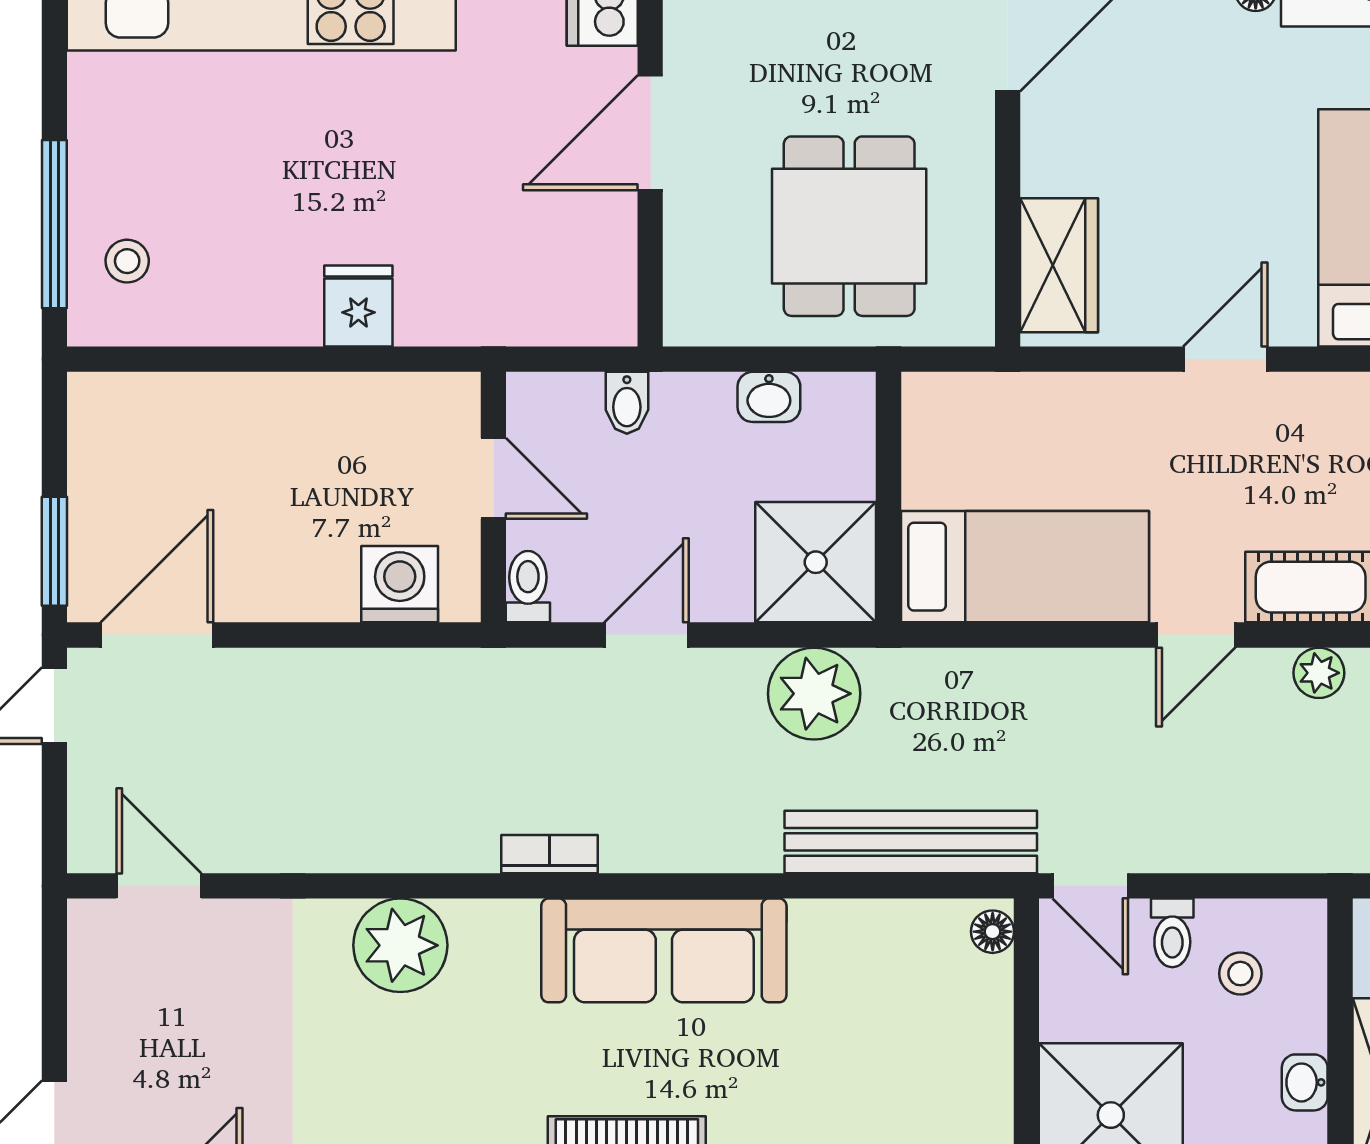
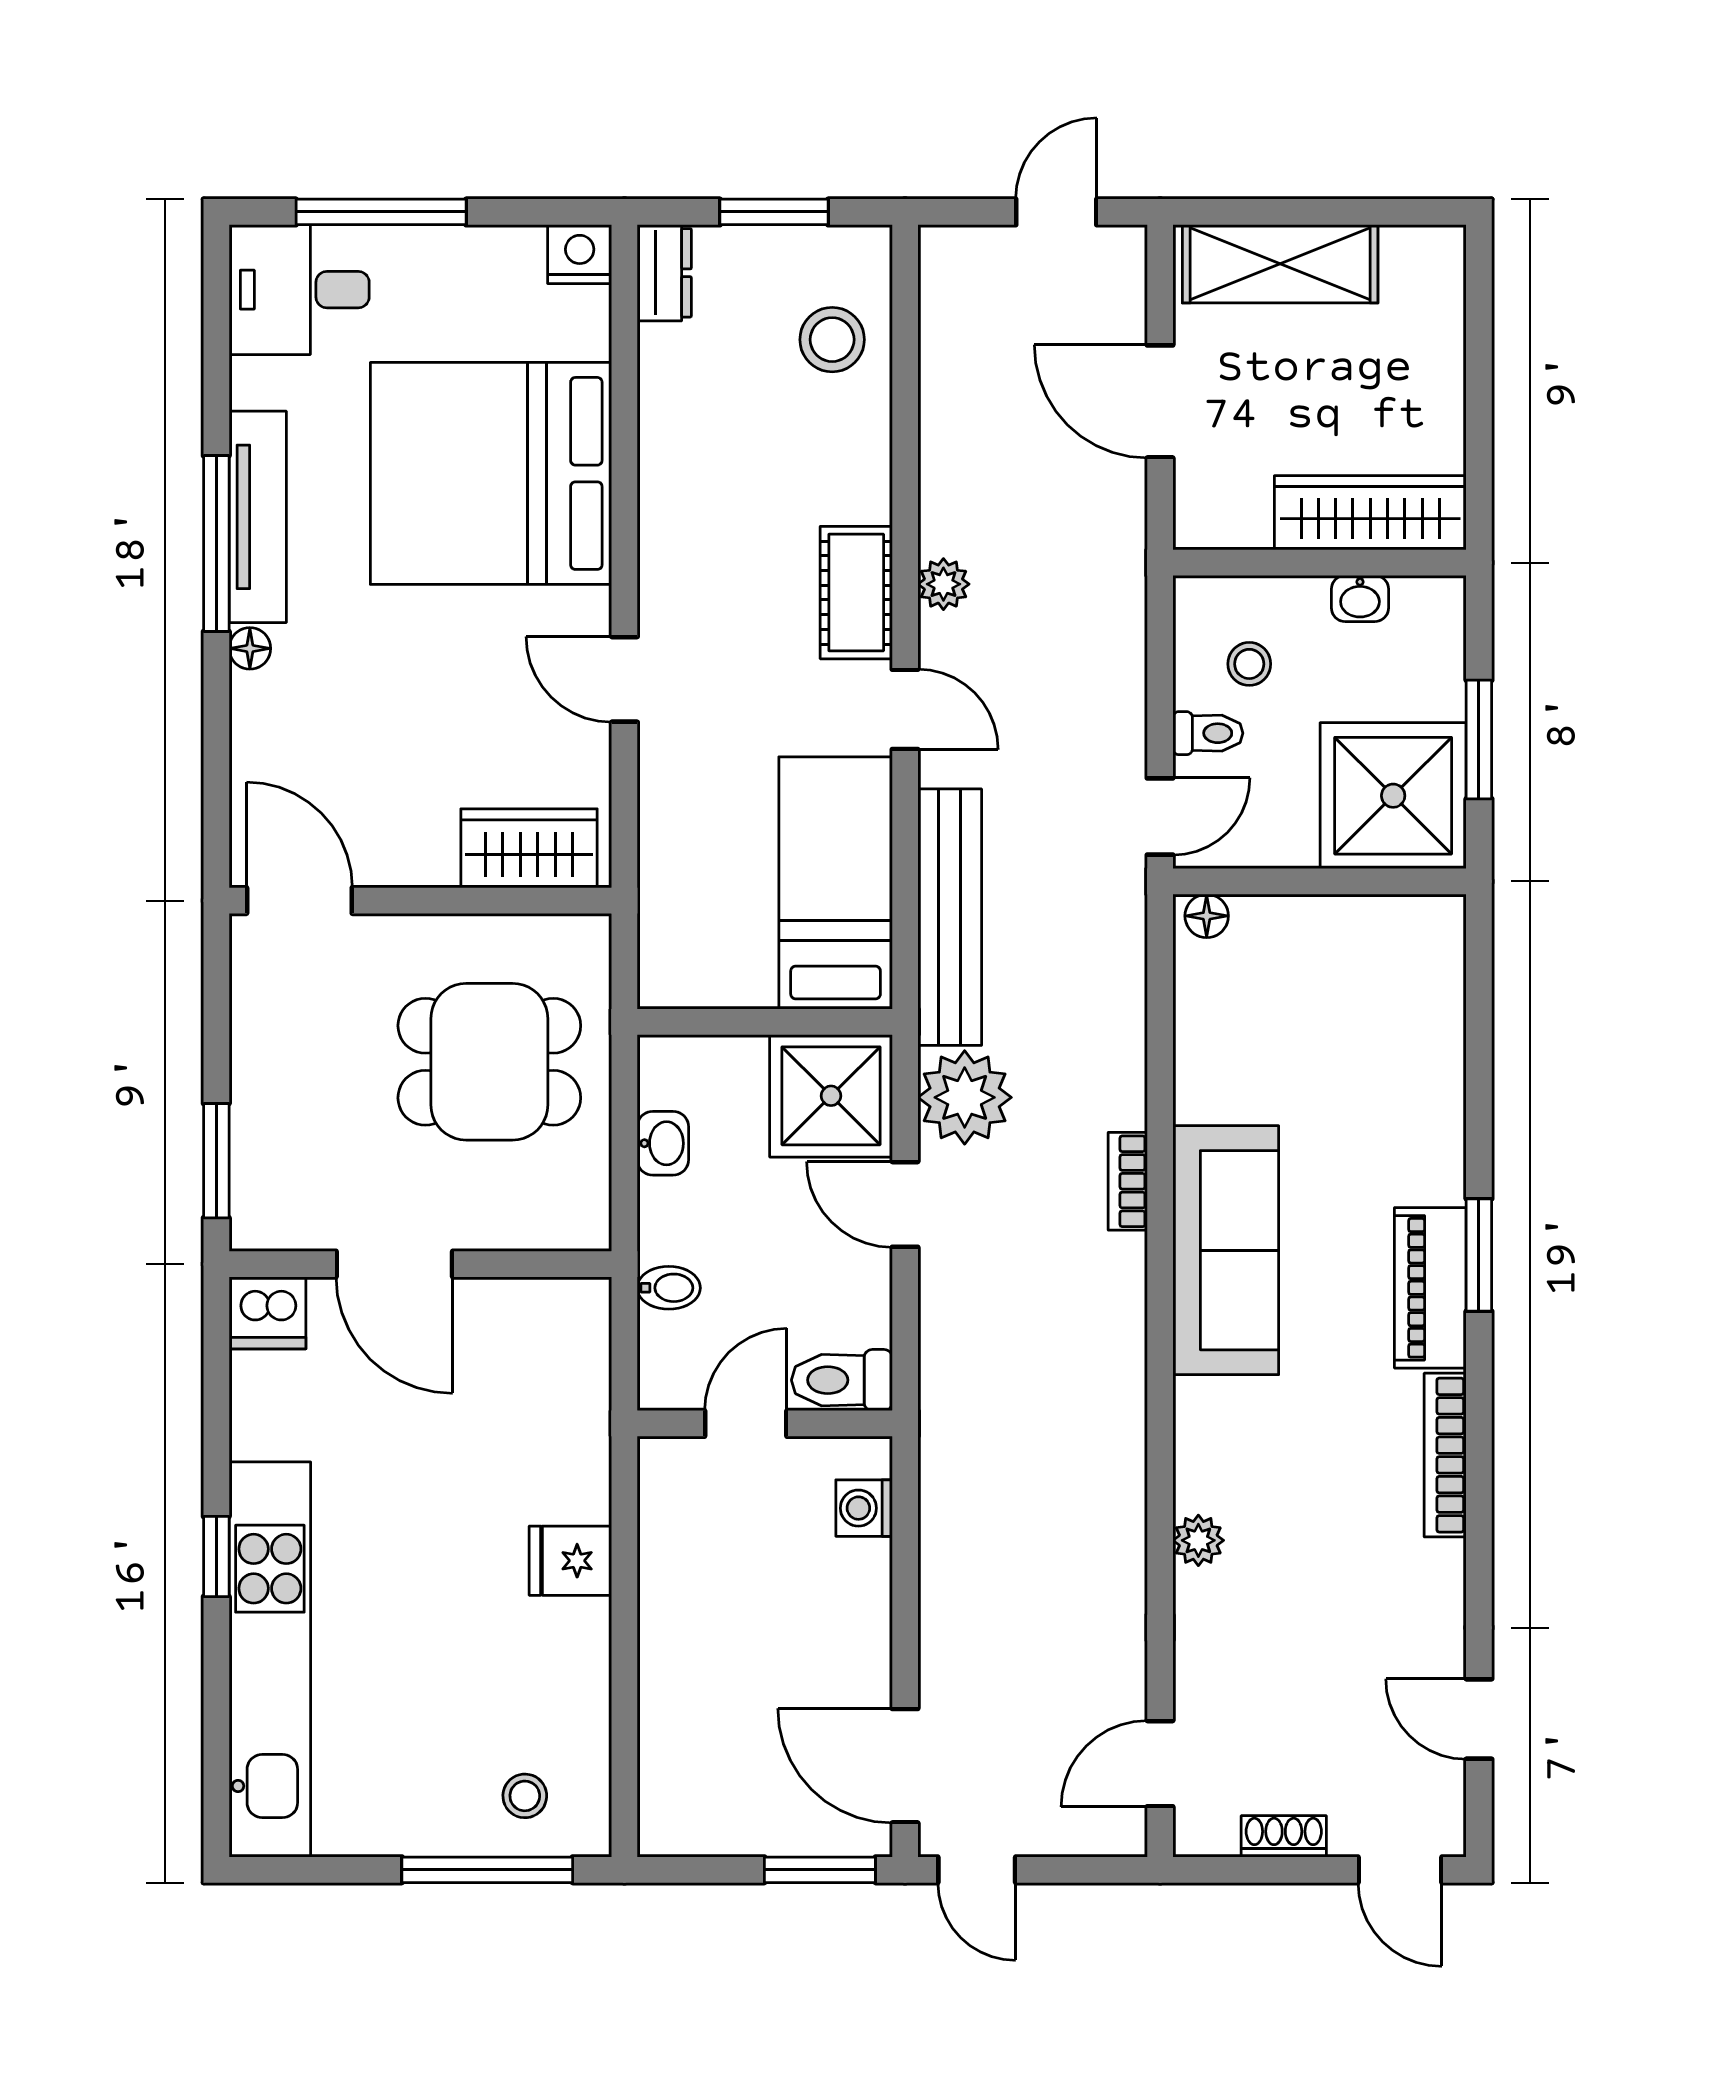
washing machine: (400, 584) -> (864, 1508), width x0.73, depth x0.73
toilet: (528, 587) -> (842, 1380), width x1.37, depth x1.39
door: (647, 635) -> (905, 1204), moved
bench: (911, 842) -> (950, 917), moved
bookcase: (549, 854) -> (1128, 1181), moved
plant: (400, 945) -> (1198, 1540), width x0.53, depth x0.53
shoe rack: (87, 1007) -> (1284, 1836), added

